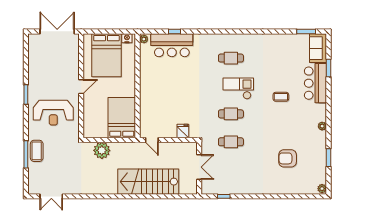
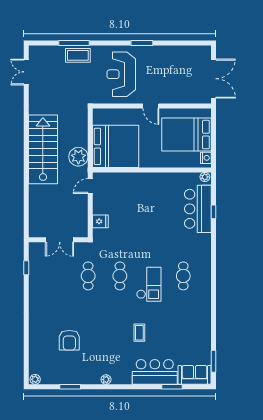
bed: (122, 118) -> (116, 146), width x1.36
plant: (102, 150) -> (78, 157), moved
armchair: (288, 158) -> (69, 340), turned 180
stairs: (148, 182) -> (43, 149), moved

